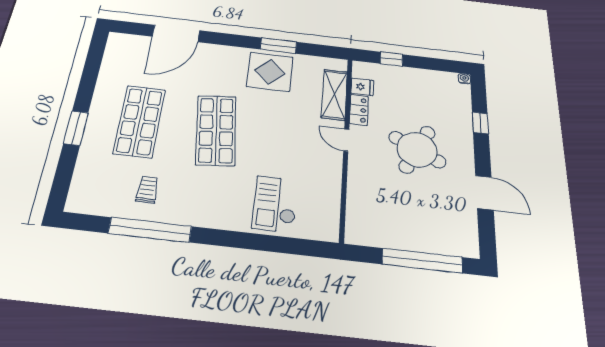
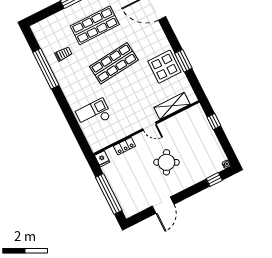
fridge: (362, 87) -> (102, 159), moved
locker: (359, 110) -> (124, 146), moved
window: (480, 123) -> (214, 179), moved
door: (346, 140) -> (149, 126), swing flipped
round table: (417, 150) -> (166, 162), width x0.73, depth x0.73

